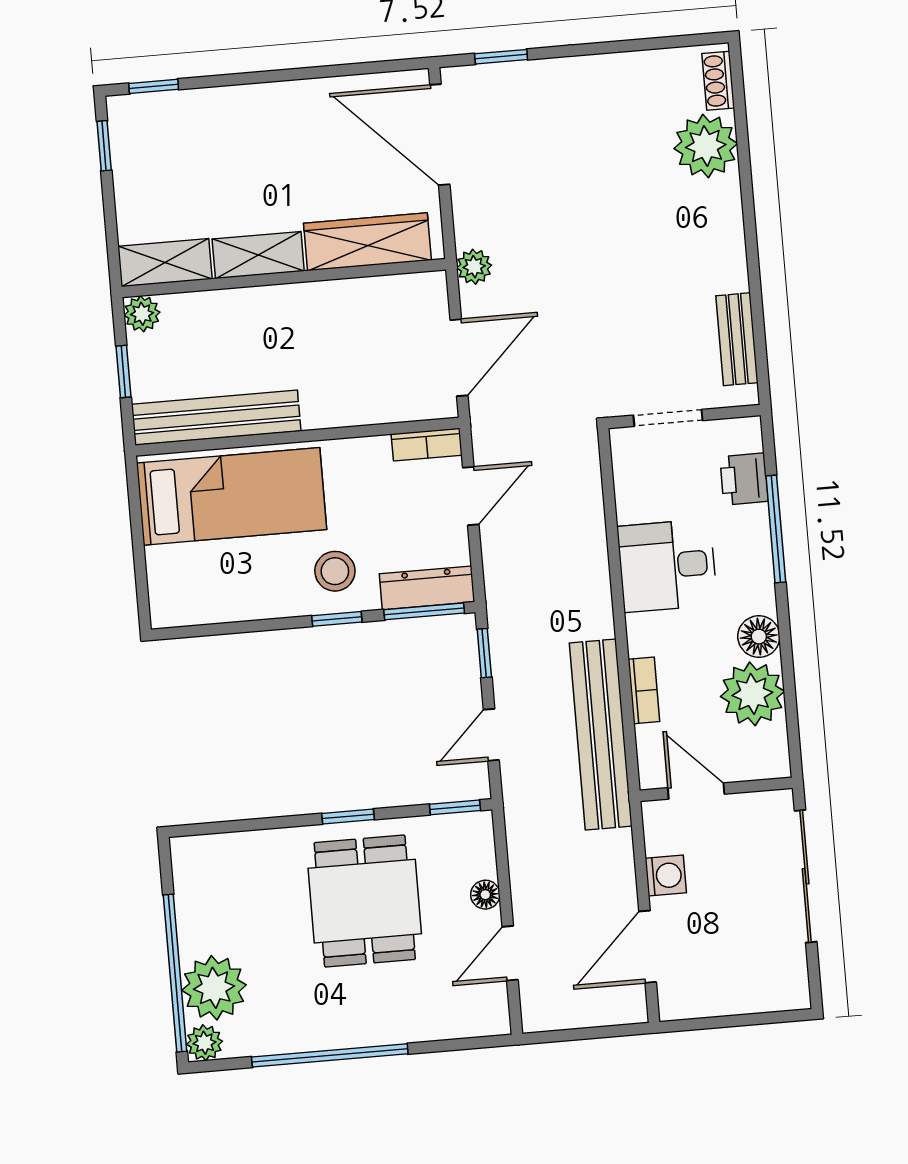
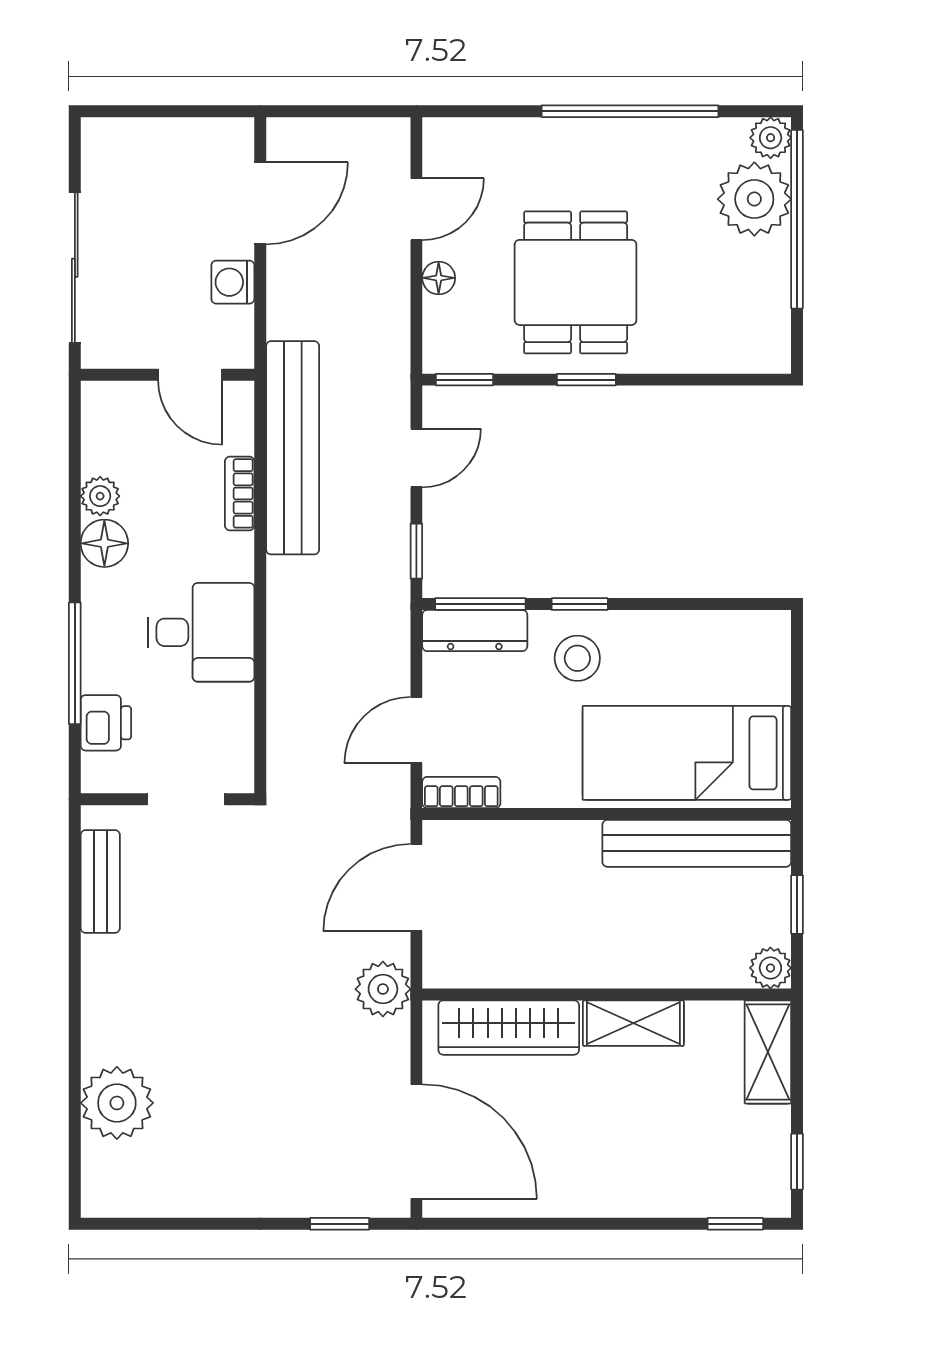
shoe rack: (718, 81) -> (96, 1176), removed
shelving: (165, 263) -> (768, 1052), moved, turned 90
plant: (474, 267) -> (383, 989), width x1.38, depth x1.38
plant: (752, 694) -> (100, 496), width x0.53, depth x0.53

